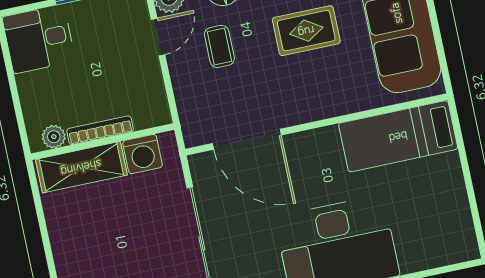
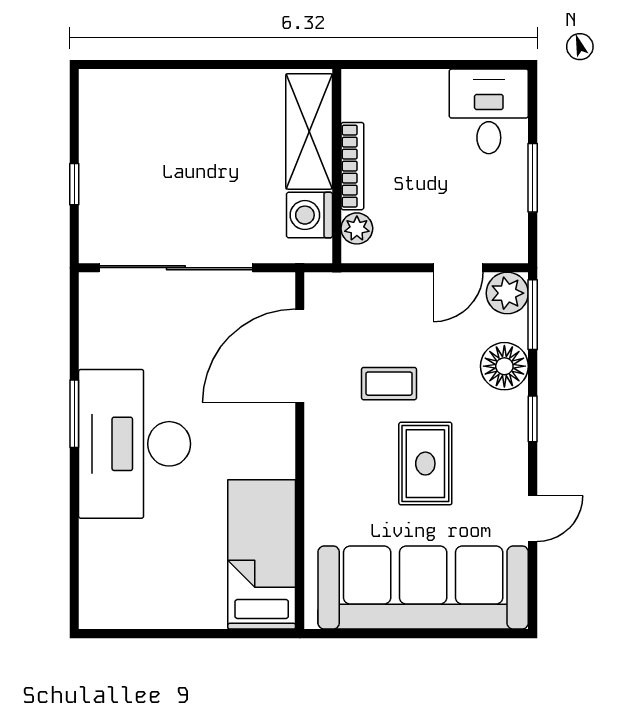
door: (158, 37) -> (458, 268), hinge flipped
coffee table: (219, 46) -> (389, 384), moved
plant: (54, 137) -> (357, 228), moved

